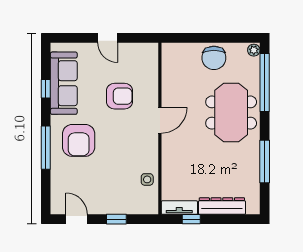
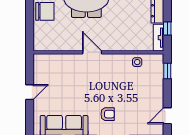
armchair: (119, 96) -> (74, 83), removed
armchair: (79, 140) -> (108, 114), width x0.53, depth x0.53
window: (116, 219) -> (167, 71), moved

